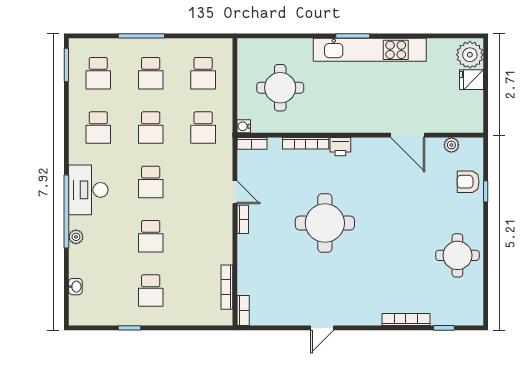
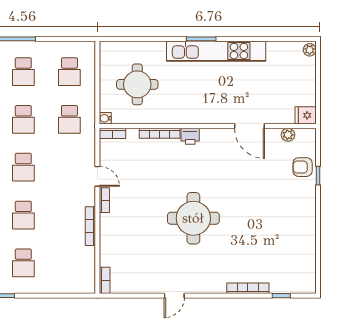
plant: (470, 55) -> (310, 50), width x0.53, depth x0.53
fridge: (471, 80) -> (306, 115), moved
round table: (325, 223) -> (193, 218), moved
round table: (457, 255) -> (293, 232), removed
bookcase: (227, 287) -> (90, 226), moved

